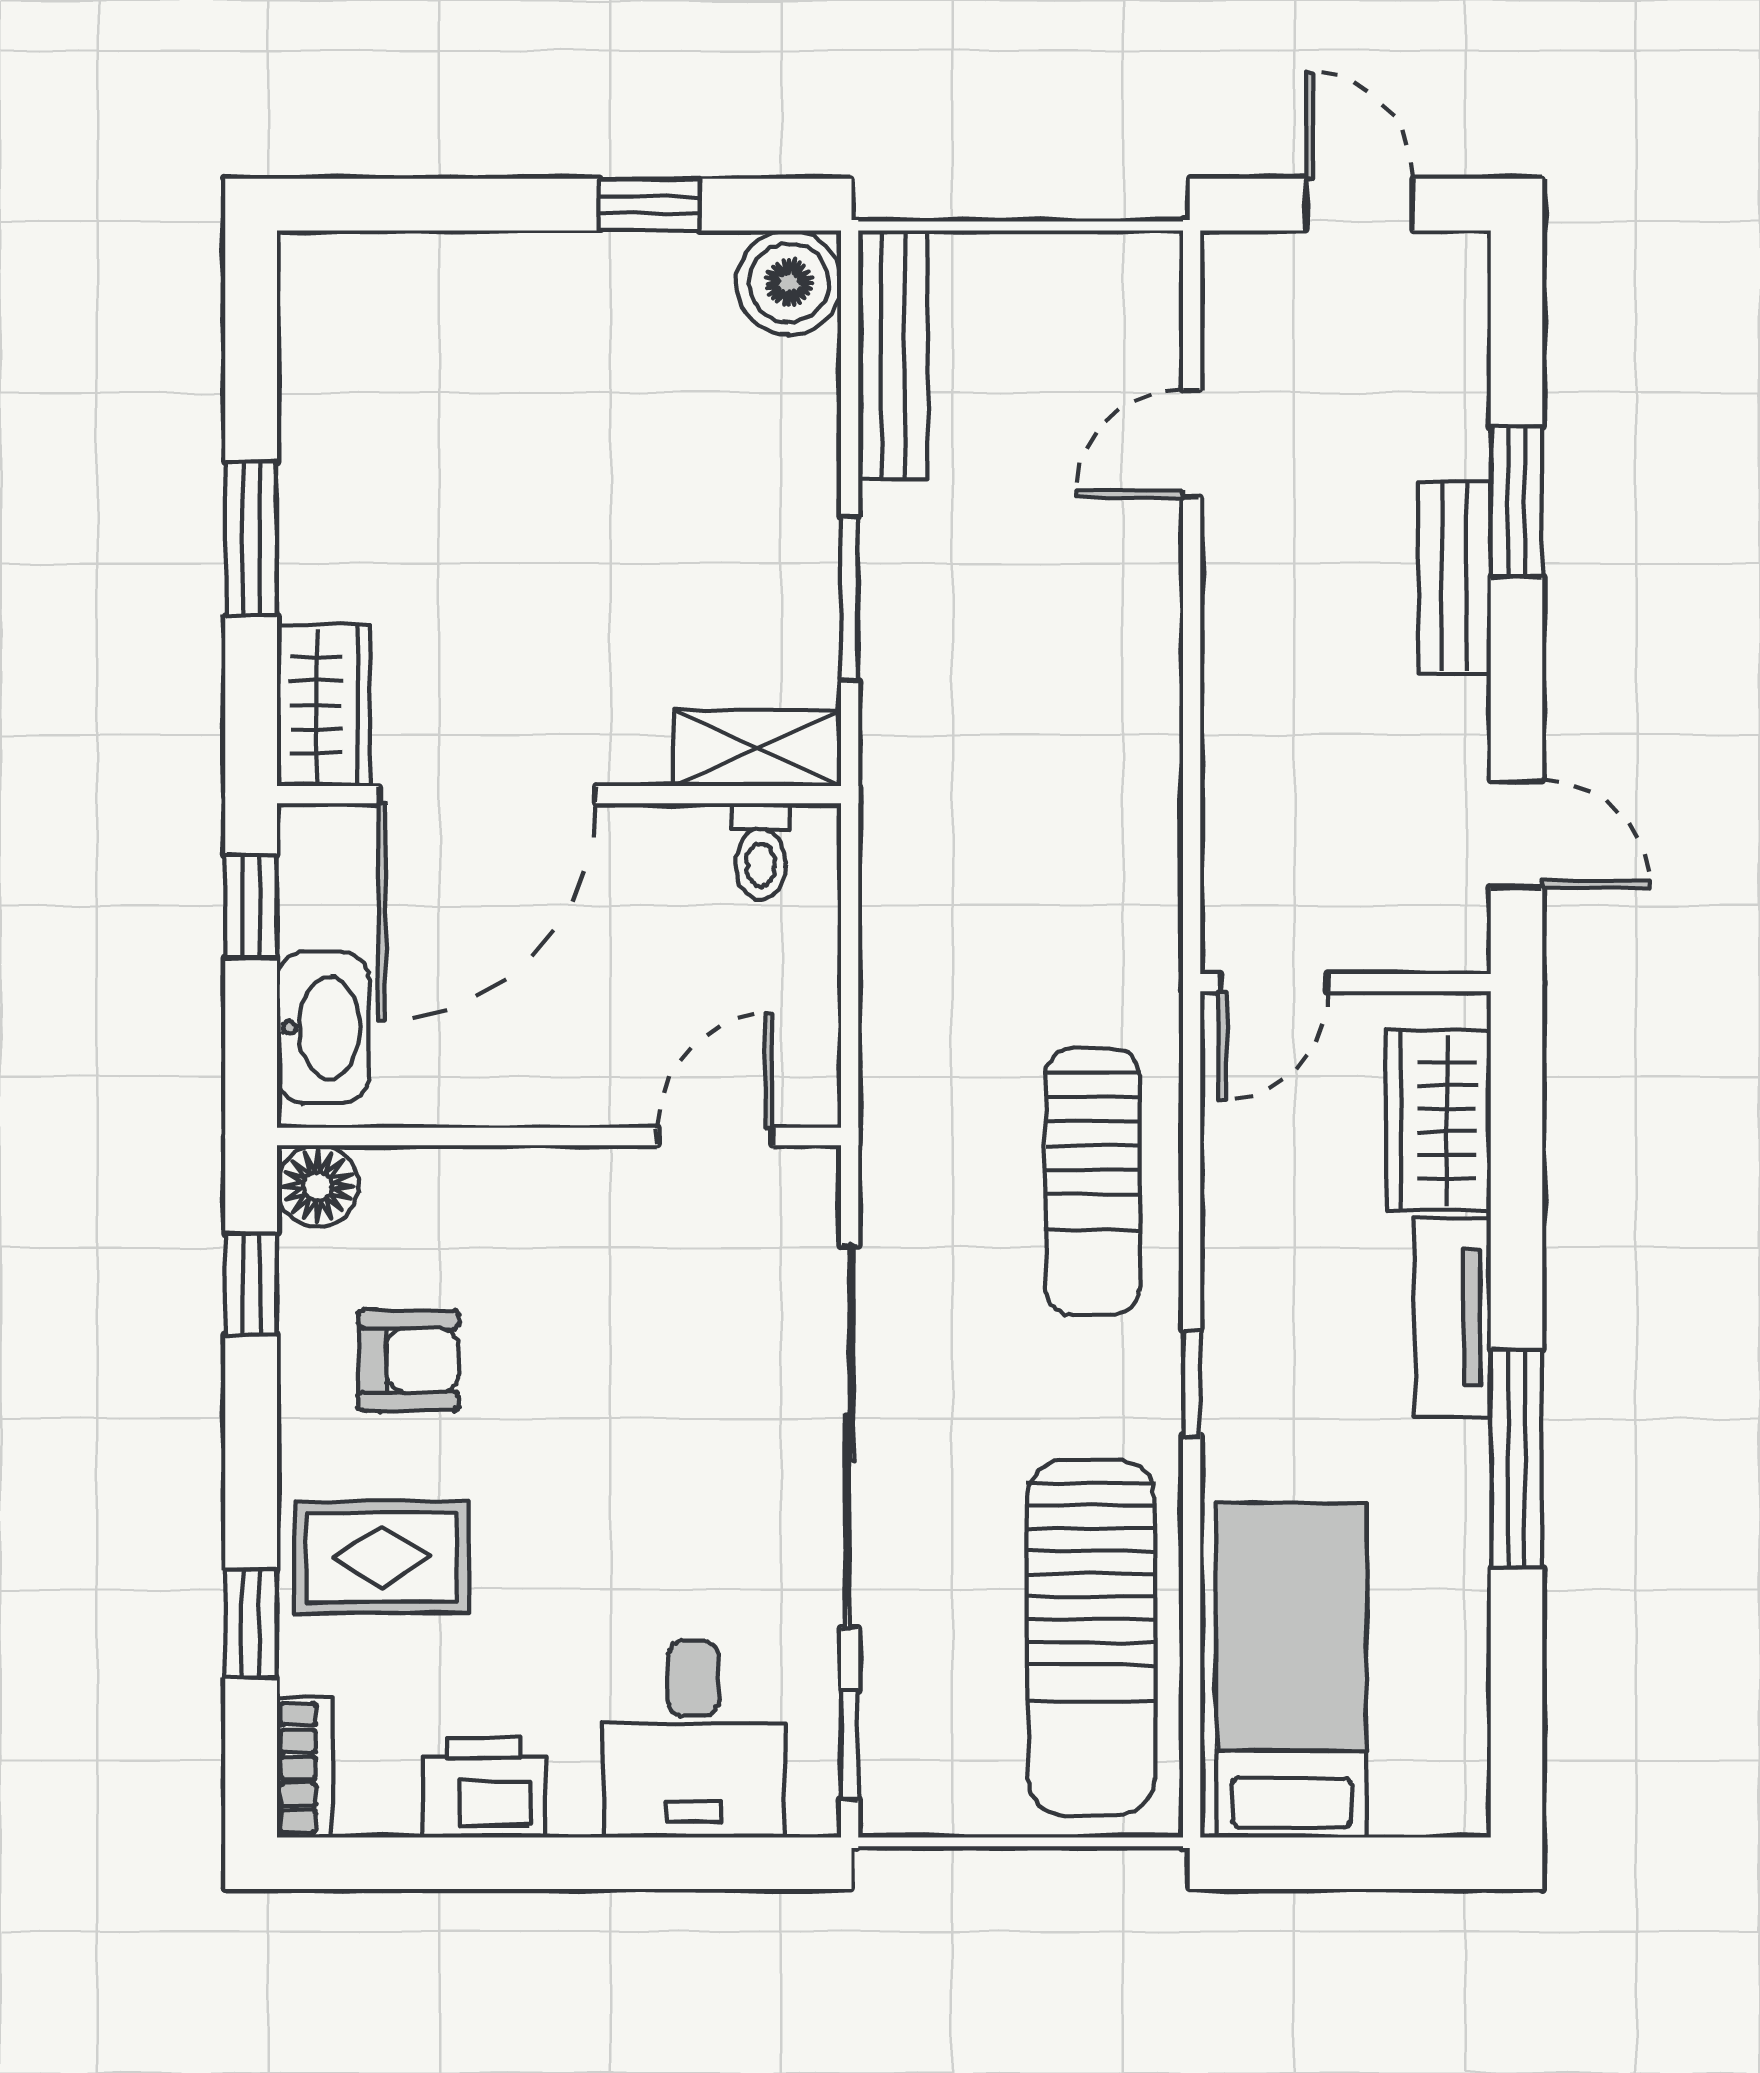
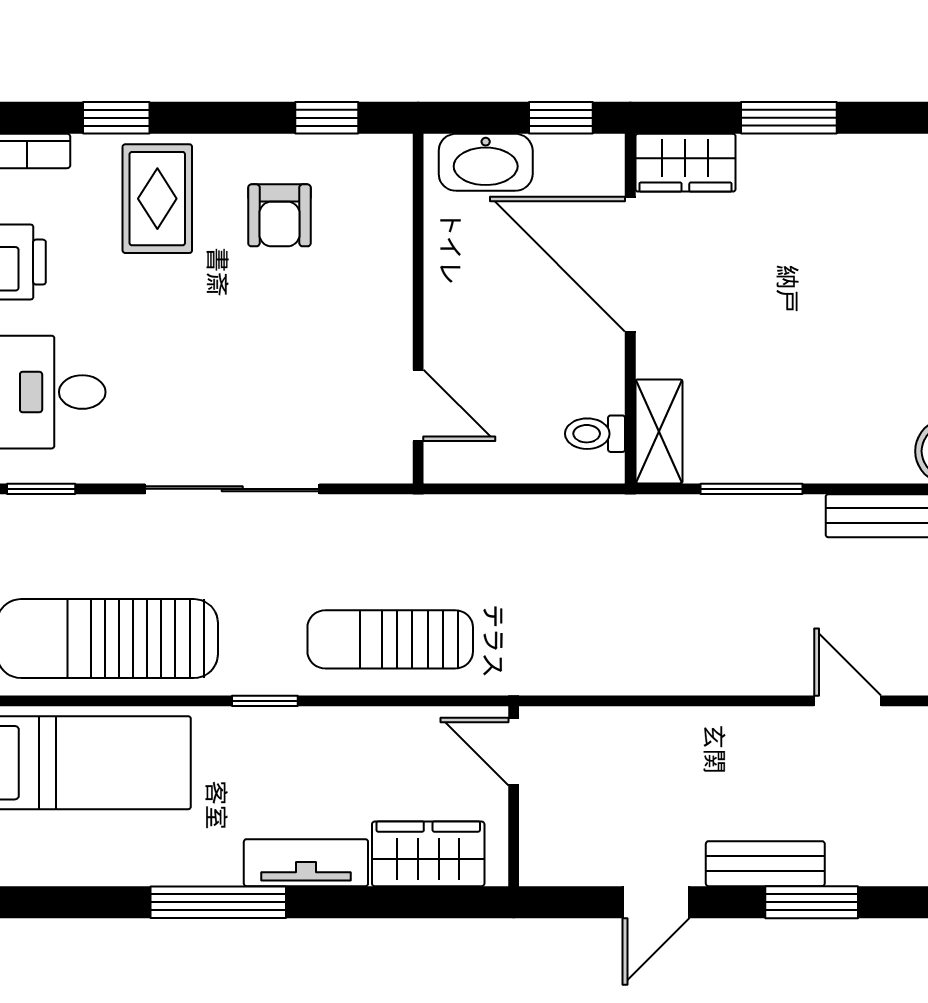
door: (1516, 834) -> (656, 902), moved
floor lamp: (318, 1186) -> (388, 159), removed
sliding door: (850, 1436) -> (232, 489), width x0.73

